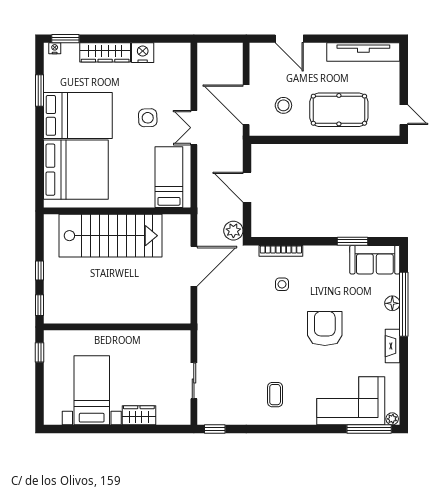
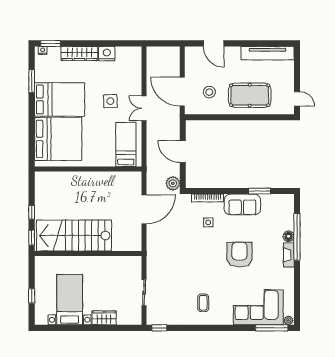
stairs: (110, 236) -> (74, 236), moved, turned 180
sofa: (375, 260) -> (242, 204), moved
fireplace: (393, 346) -> (289, 255), moved
window: (40, 352) -> (32, 296), moved

